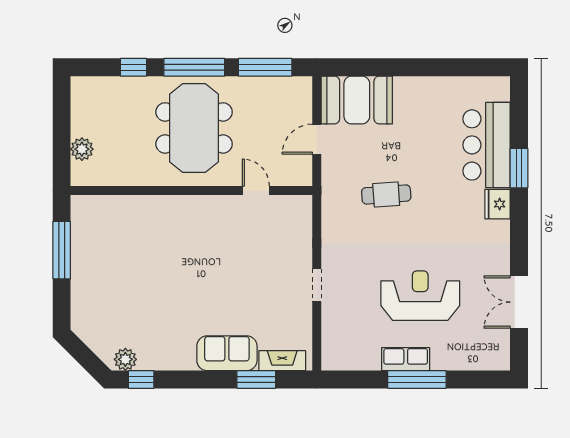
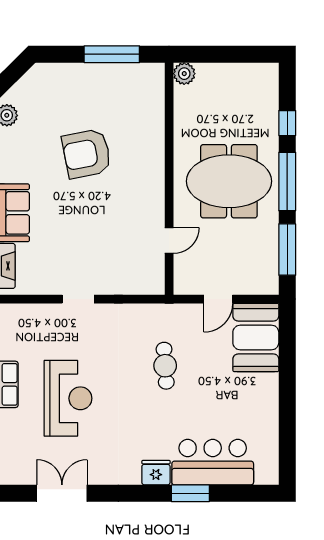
door: (317, 139) -> (218, 299), swing flipped
plant: (82, 149) -> (184, 74), moved
armchair: (165, 276) -> (87, 154), added

